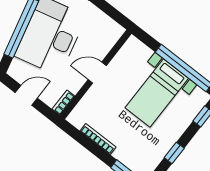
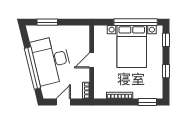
bed with nightstands: (157, 93) -> (132, 47), width x1.36

